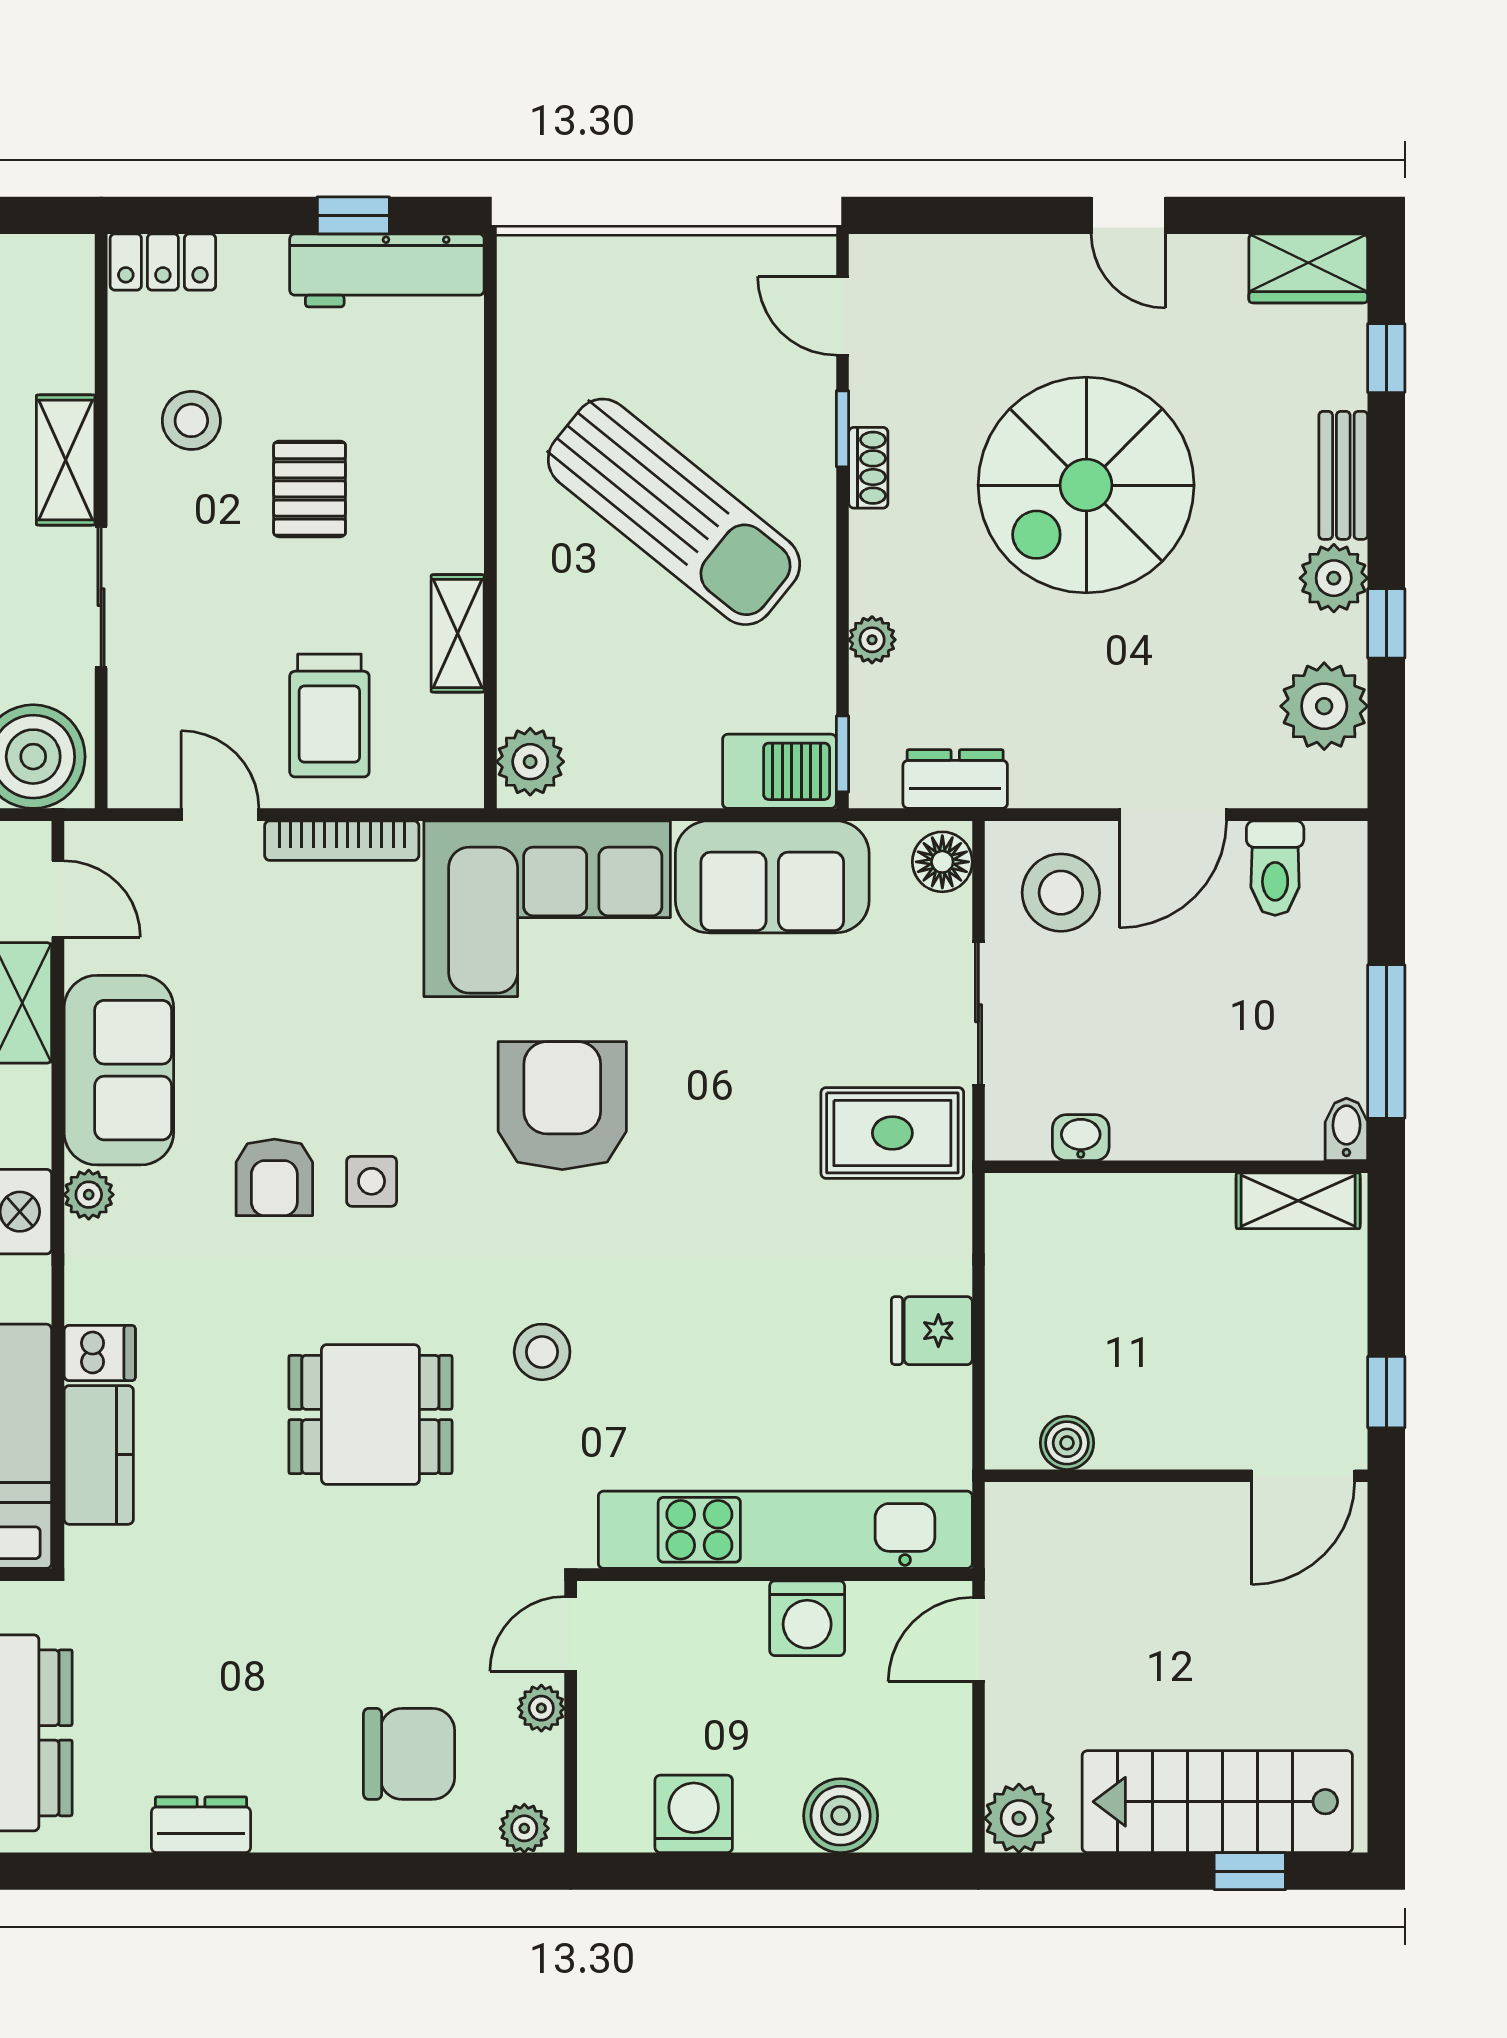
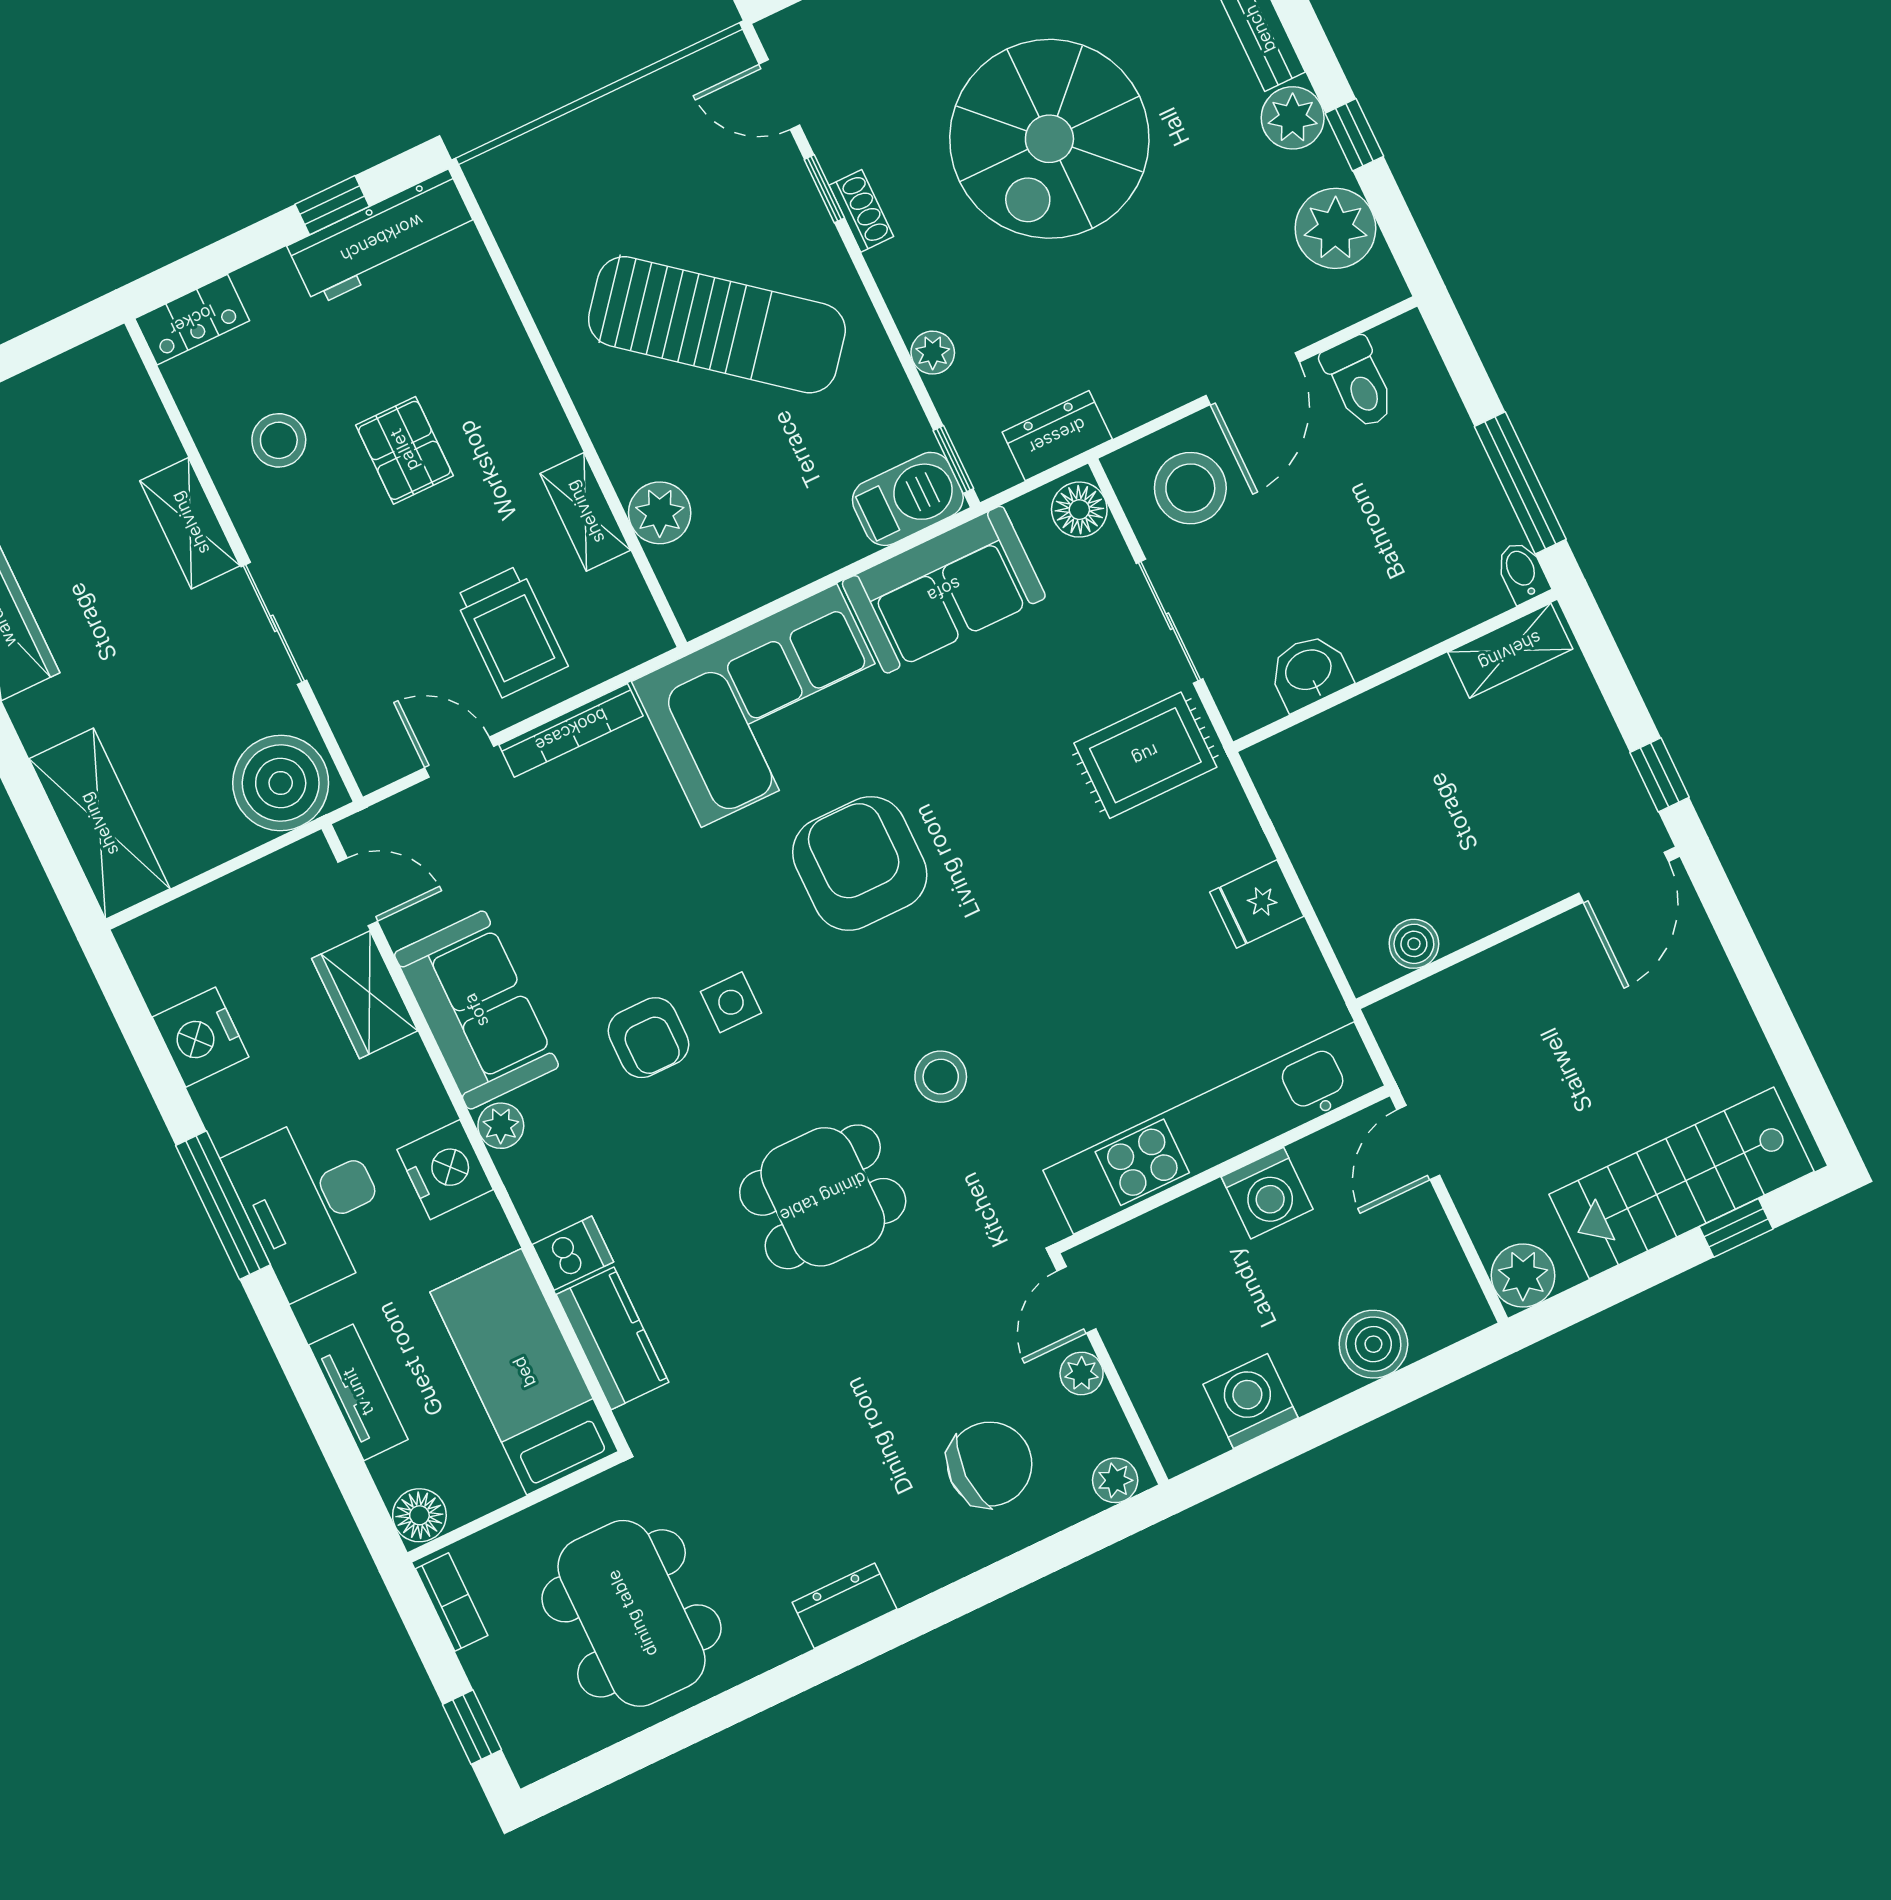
plant: (530, 762) -> (660, 513), moved
washbasin: (1081, 1138) -> (1309, 671), width x1.38, depth x1.45

